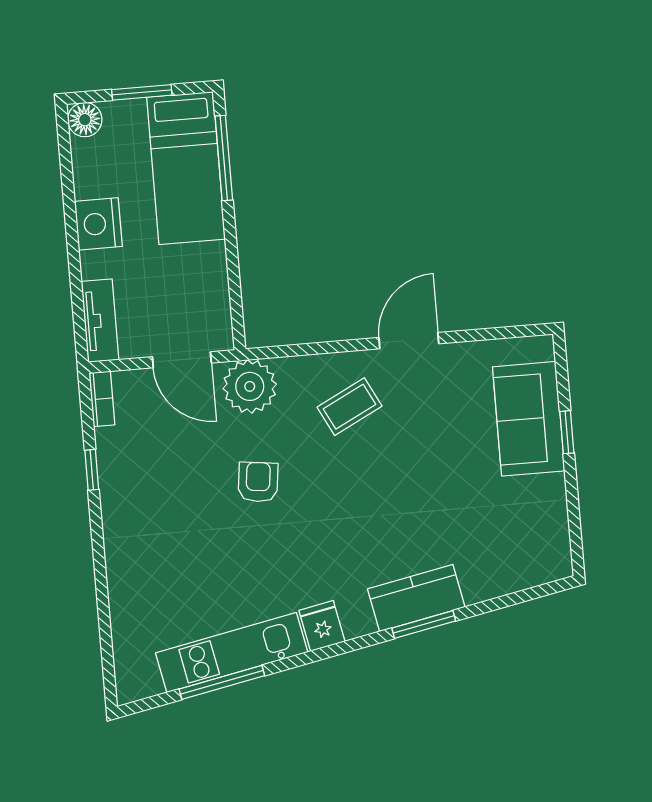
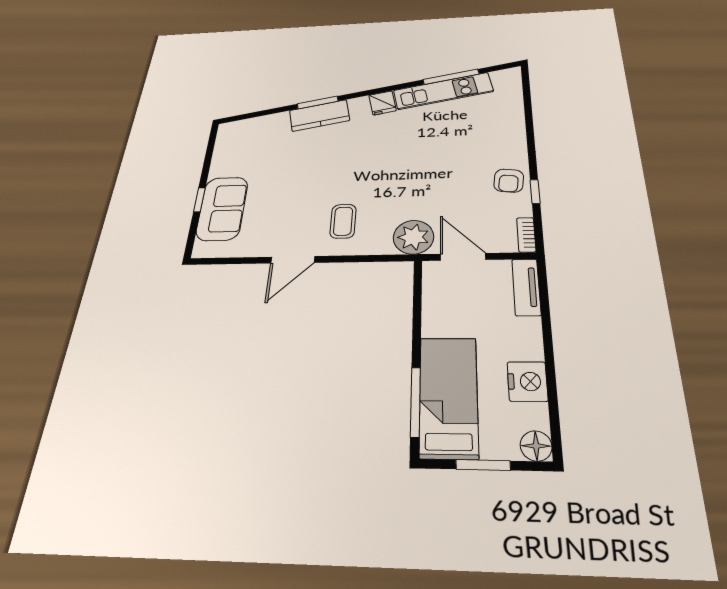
nightstand: (98, 224) -> (527, 381), moved
coffee table: (349, 407) -> (343, 221), turned -63
armchair: (258, 482) -> (509, 181), moved

